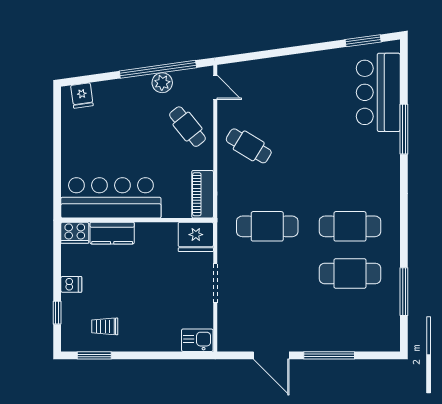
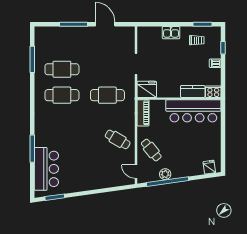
kitchen sink: (197, 340) -> (171, 33), moved

